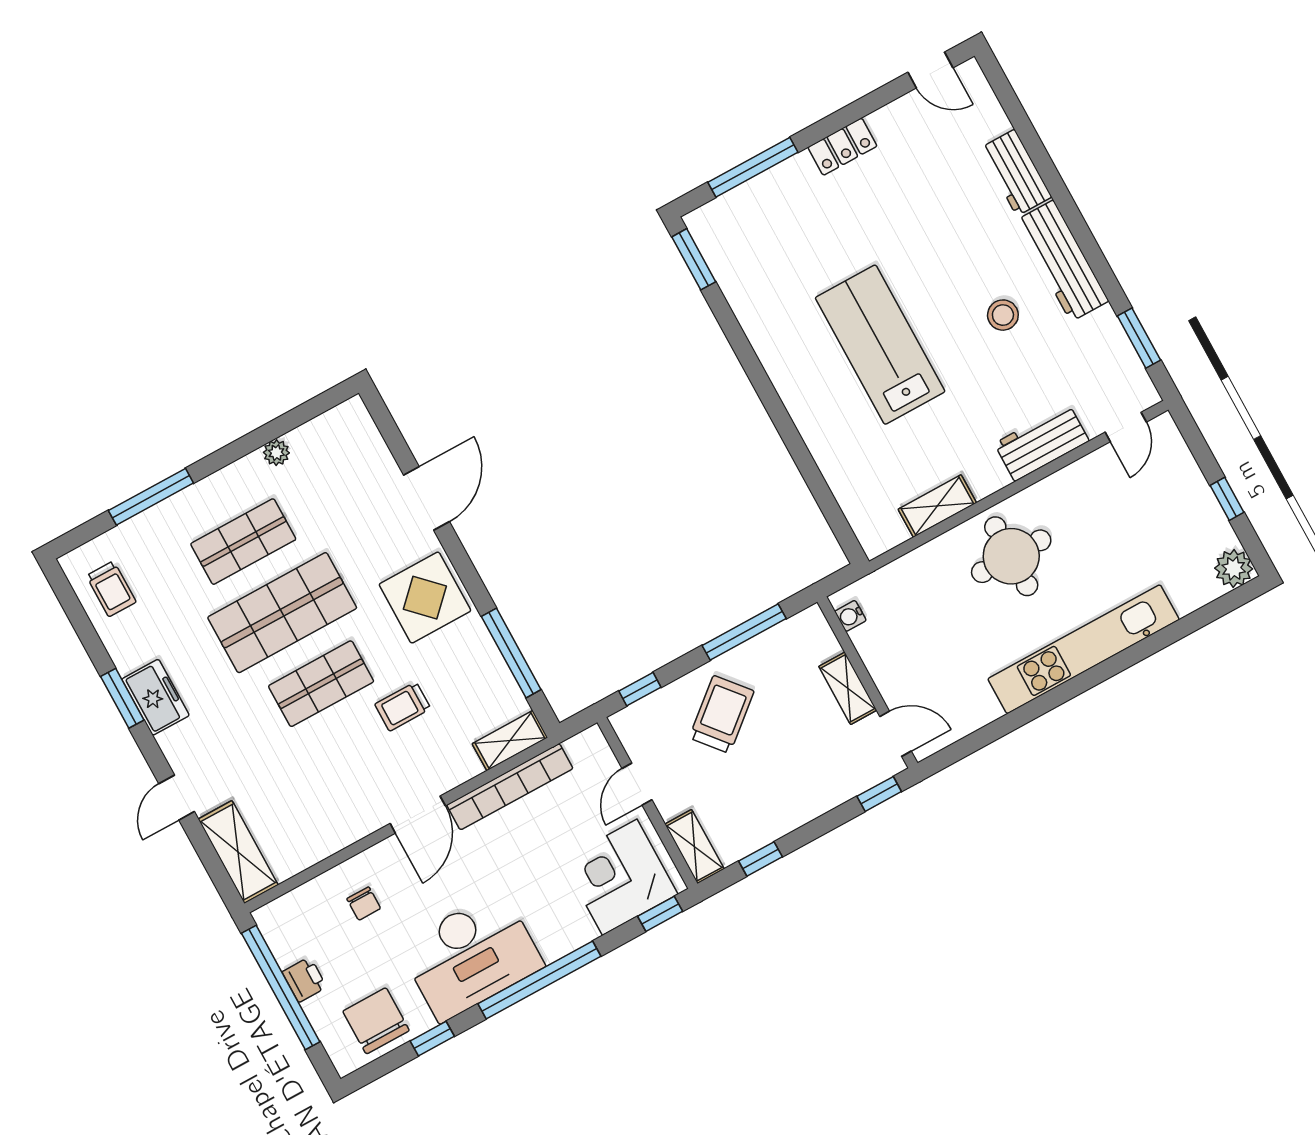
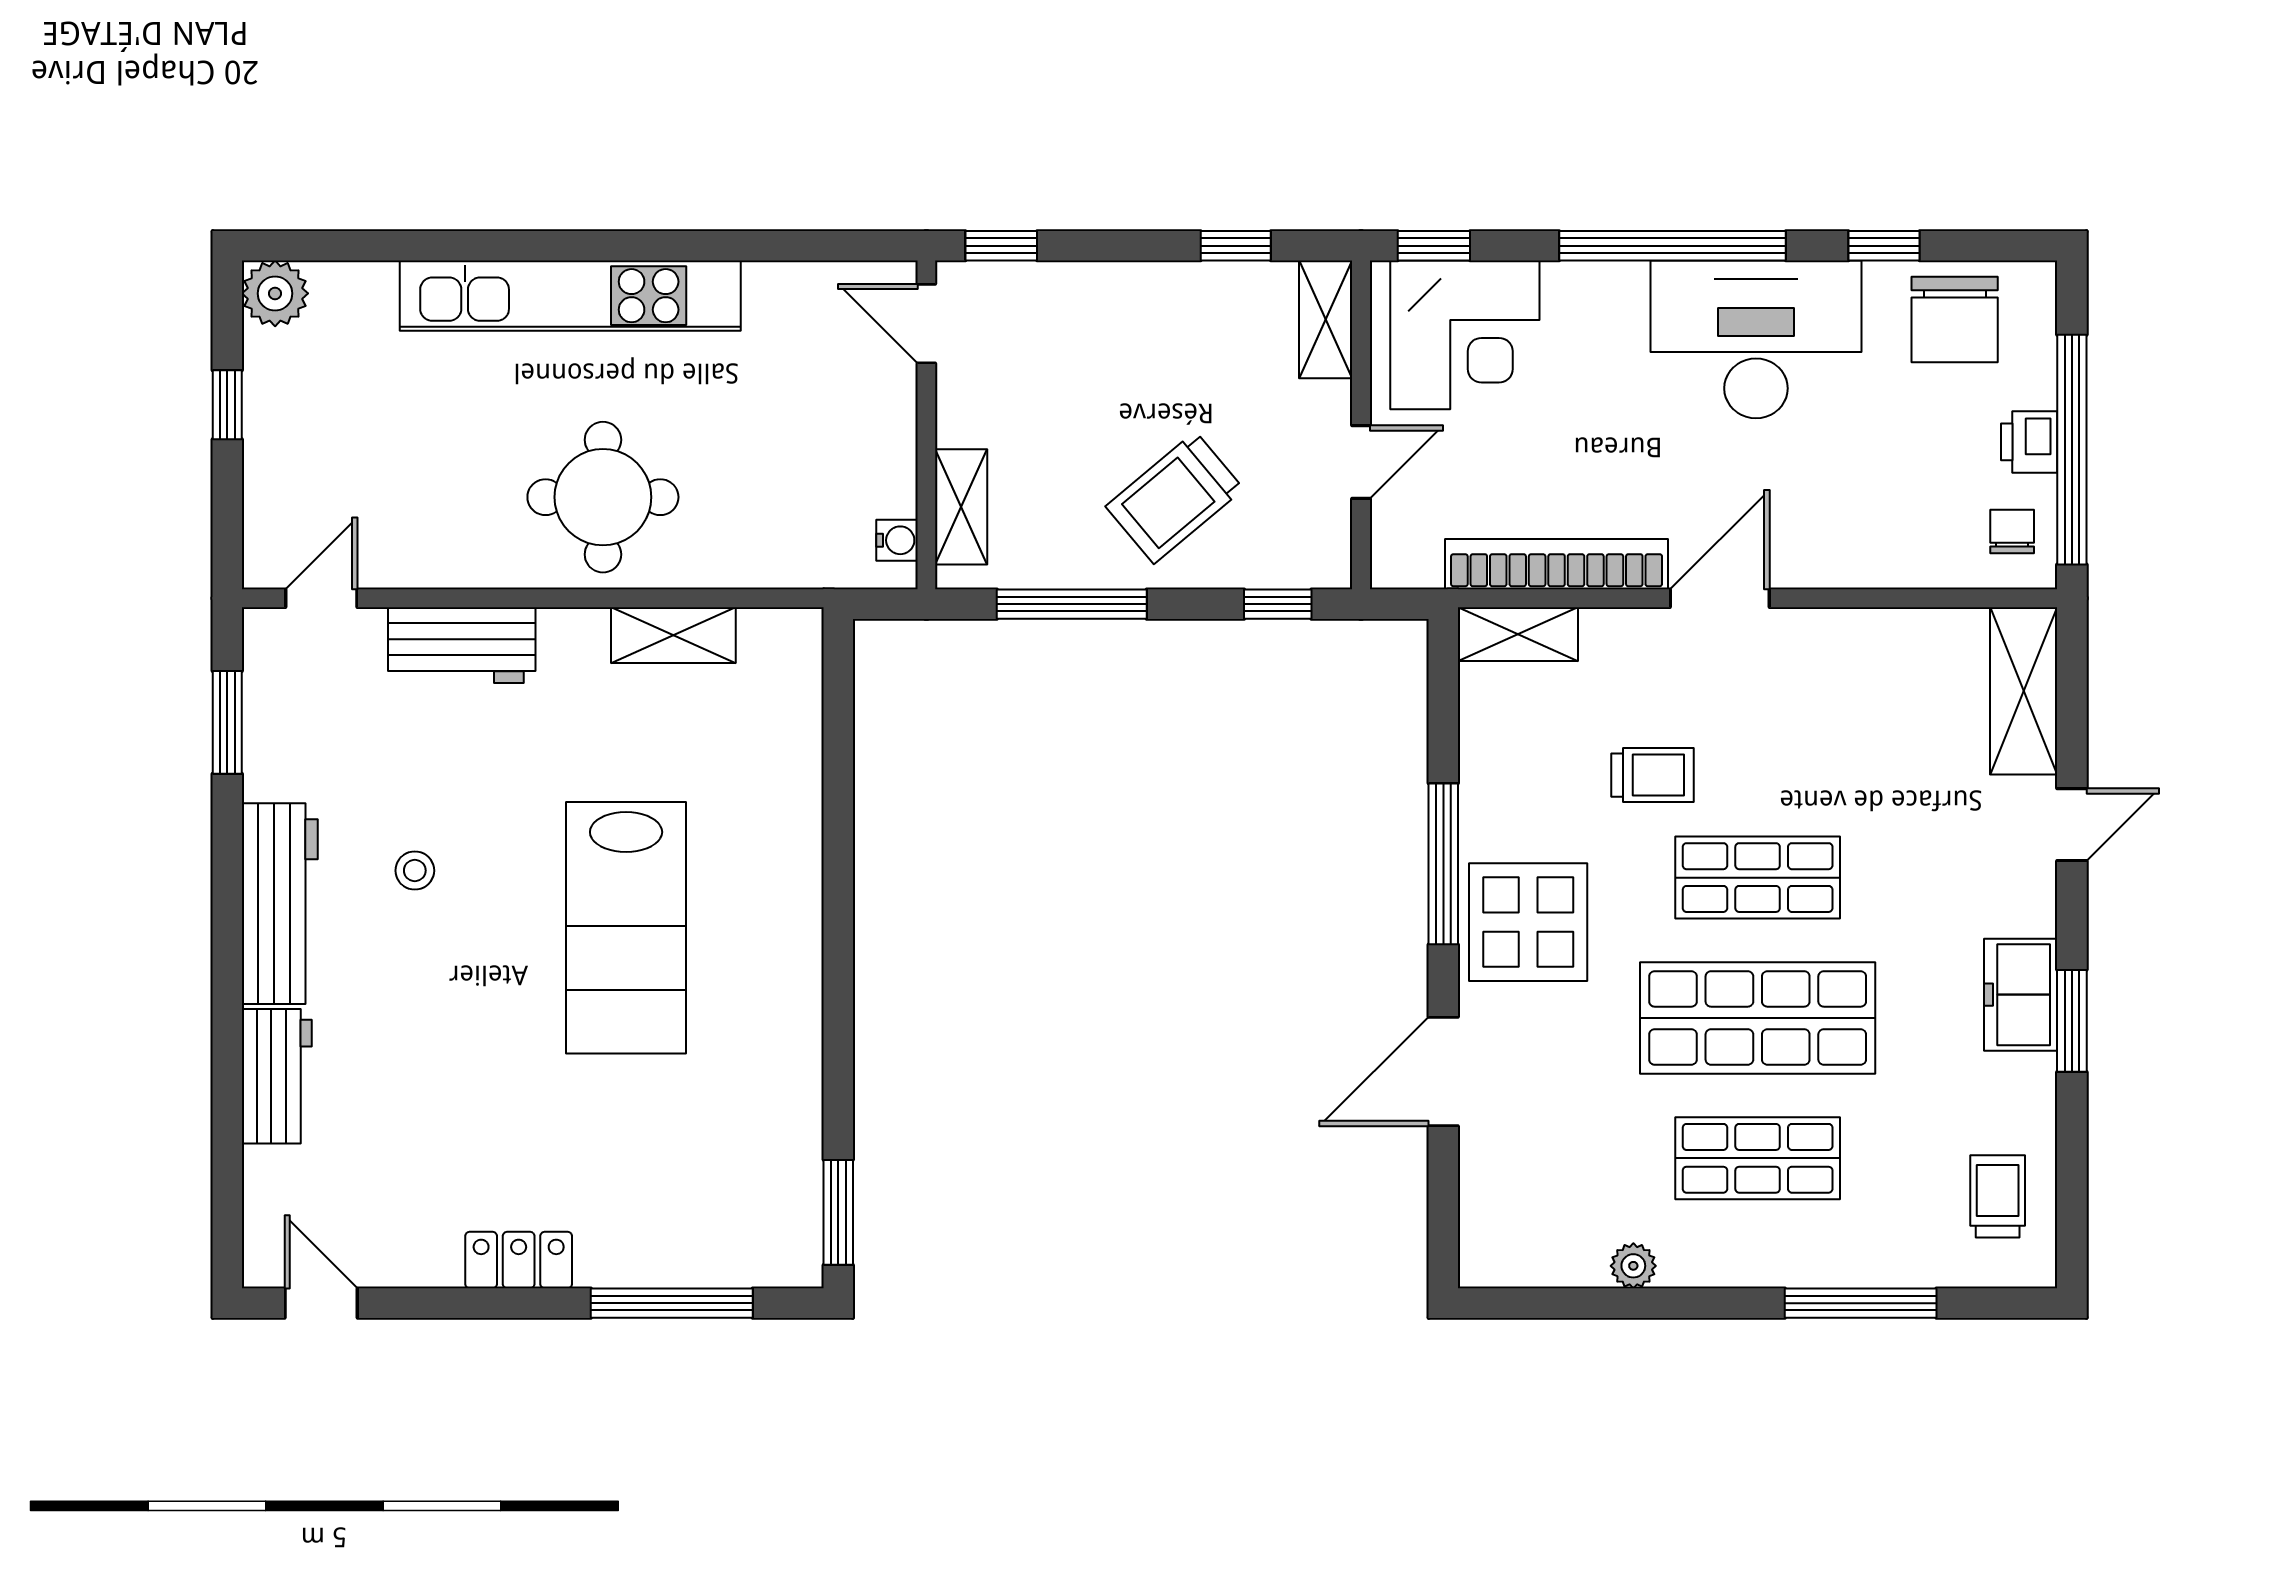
stool: (1003, 315) -> (415, 871), width x0.73, depth x0.73
window: (511, 653) -> (1443, 864), moved
shelving: (848, 688) -> (961, 507), moved
chair: (364, 904) -> (2012, 532), moved

